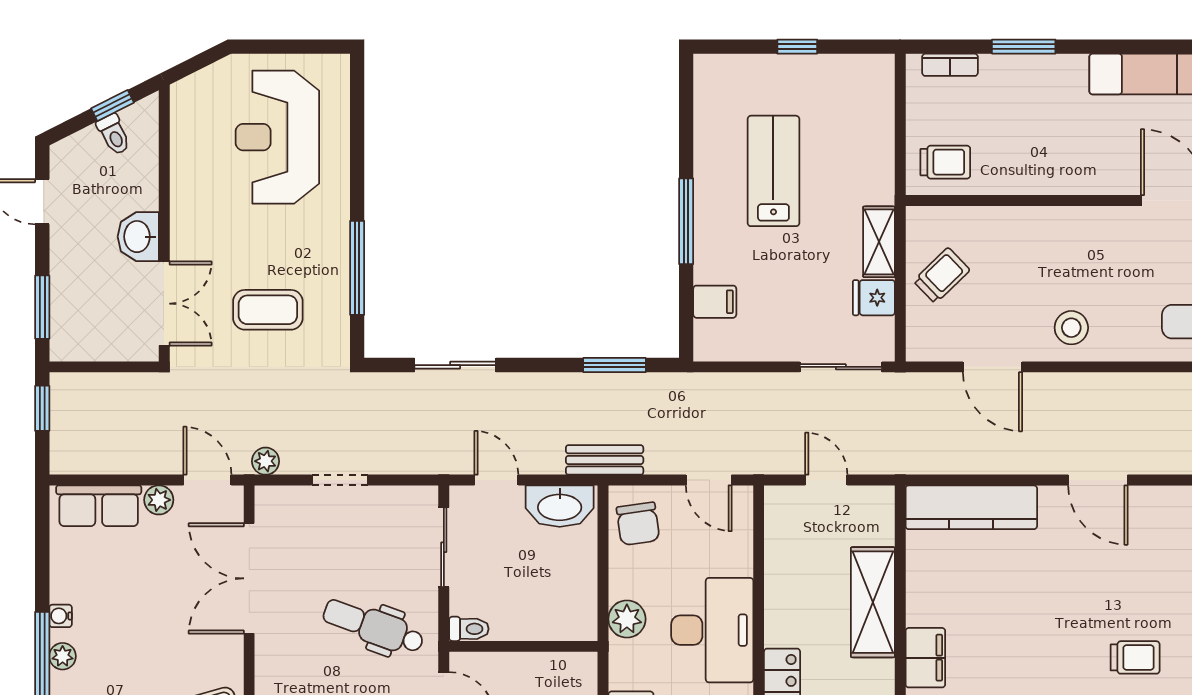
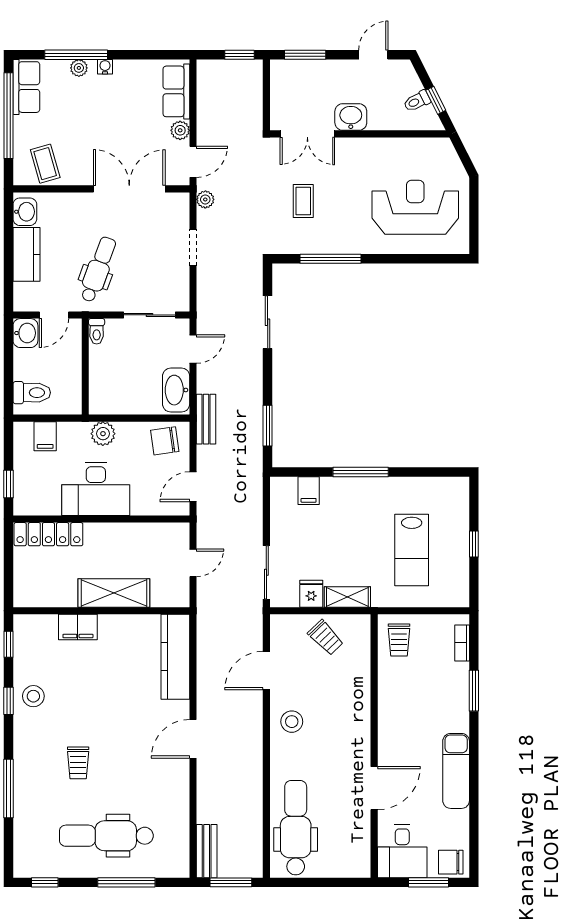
lab bench: (773, 171) -> (412, 550), moved, turned 90
coffee table: (268, 310) -> (303, 201), width x0.73, depth x0.77

